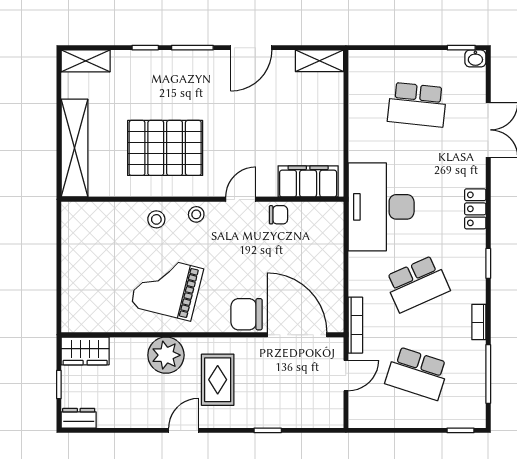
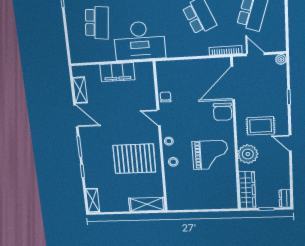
shelving: (320, 61) -> (80, 90), moved
shelving: (75, 148) -> (147, 204), width x0.68
pallet: (165, 148) -> (134, 159), turned 90
filing cabinet: (308, 181) -> (117, 72), moved, turned -90
desk: (381, 207) -> (139, 41), moved
grand piano: (167, 288) -> (210, 155), turned -104
wardrobe: (85, 351) -> (247, 190), width x1.50
plant: (334, 419) -> (281, 59), added

